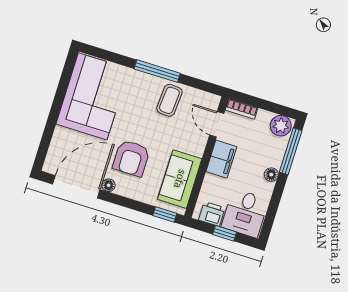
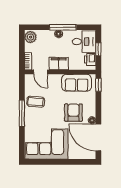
door: (217, 124) -> (41, 72), hinge flipped
window: (291, 151) -> (63, 27), moved
armchair: (131, 158) -> (73, 113), turned -90

